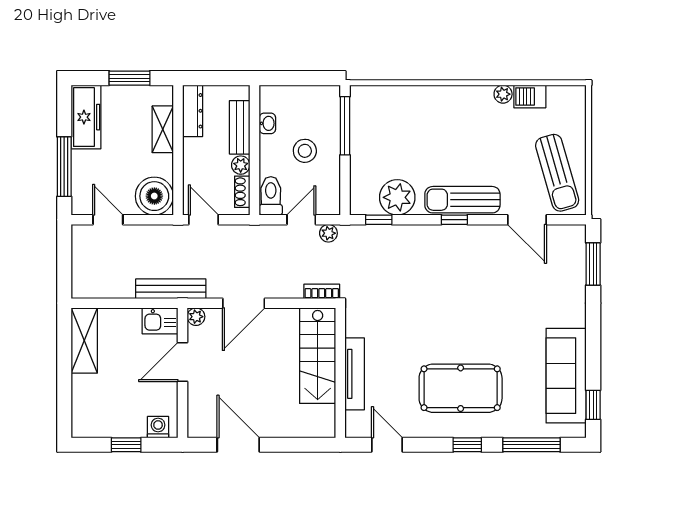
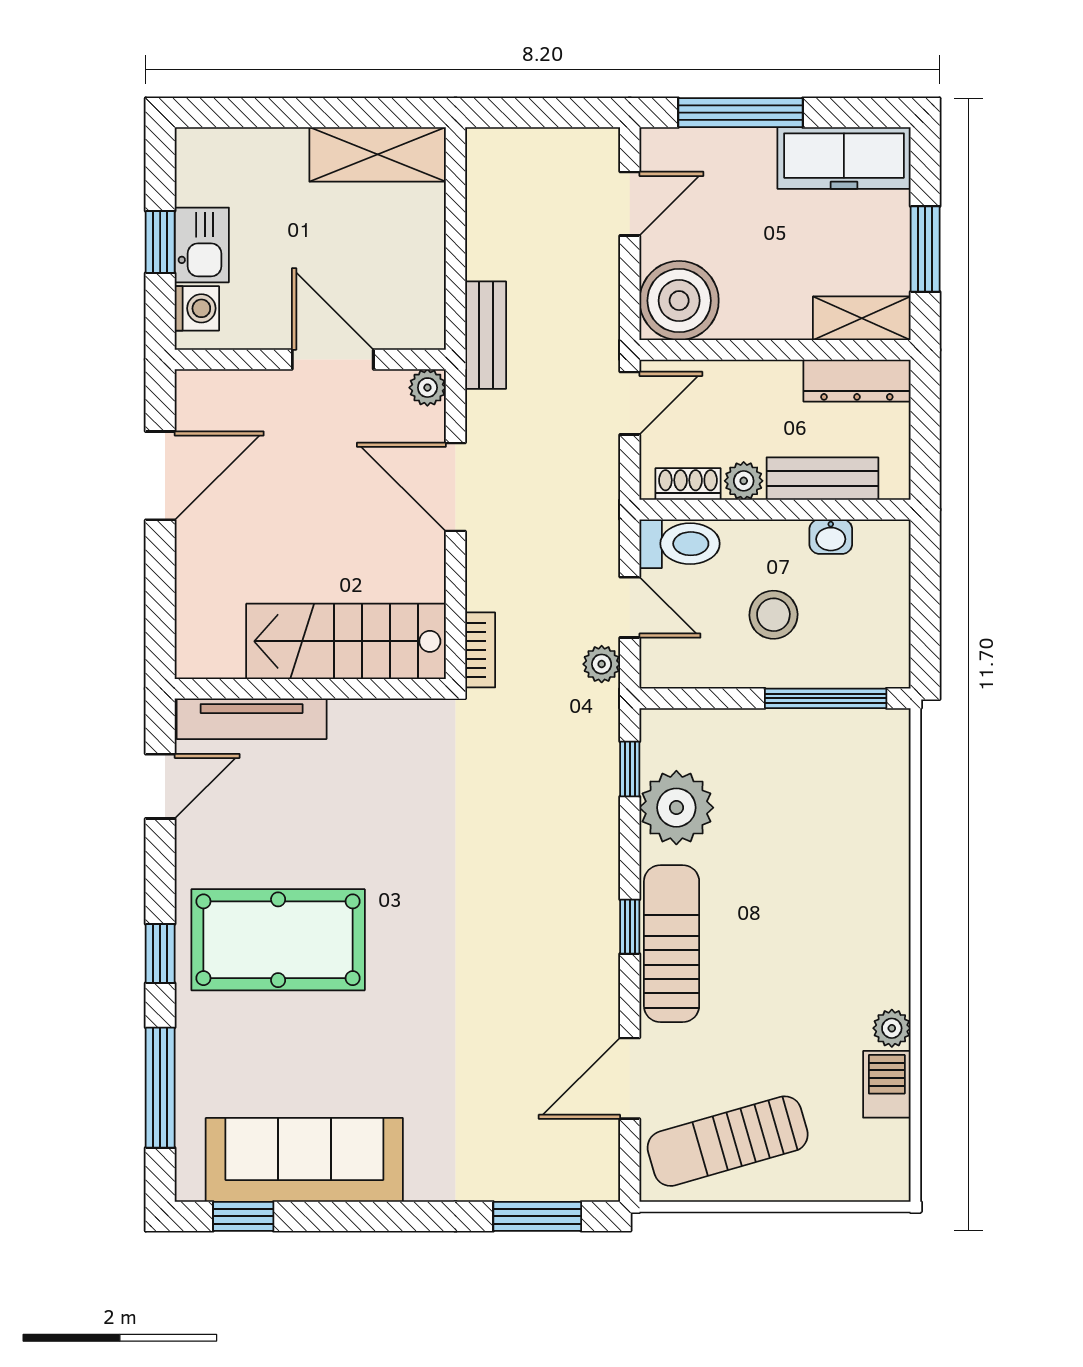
shelving: (163, 129) -> (862, 318), moved
bench: (171, 289) -> (486, 335), width x0.73
kitchen sink: (160, 321) -> (202, 245), moved, turned 180
tv unit: (355, 374) -> (252, 719), moved
pool table: (461, 388) -> (278, 940), turned 90

